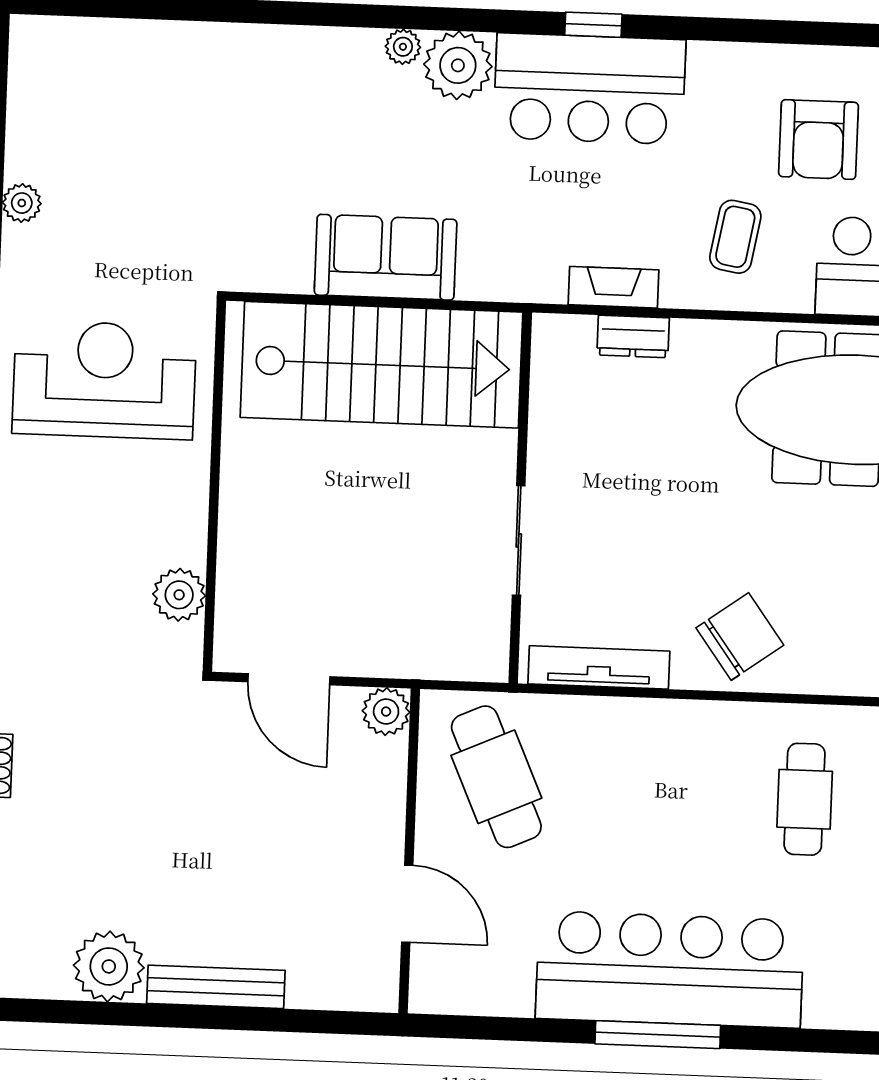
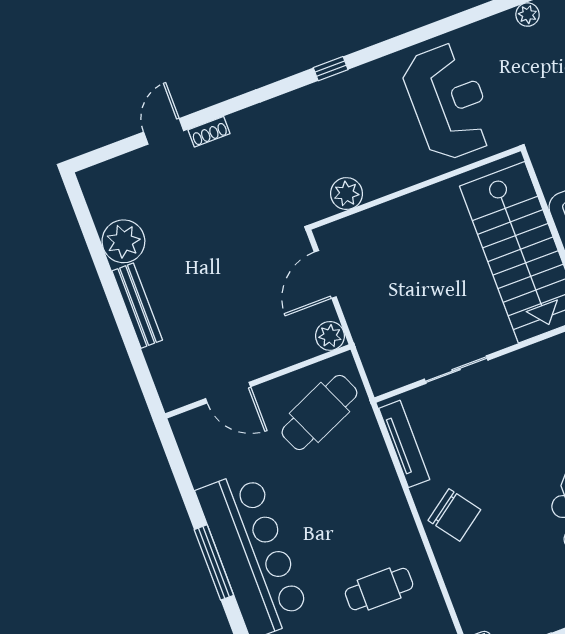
door: (407, 904) -> (228, 393), hinge flipped

